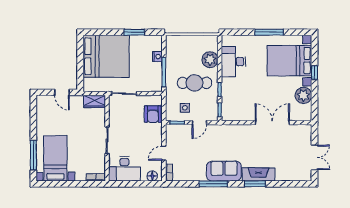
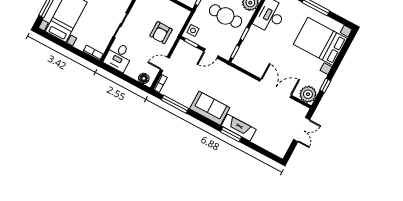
window: (314, 73) -> (325, 85), moved
plant: (303, 95) -> (308, 94), moved
side table: (185, 108) -> (193, 30), moved
armchair: (153, 114) -> (161, 33), moved
double door: (314, 157) -> (302, 130), moved
desk: (124, 169) -> (119, 57), width x0.73
window: (213, 184) -> (175, 104), moved

